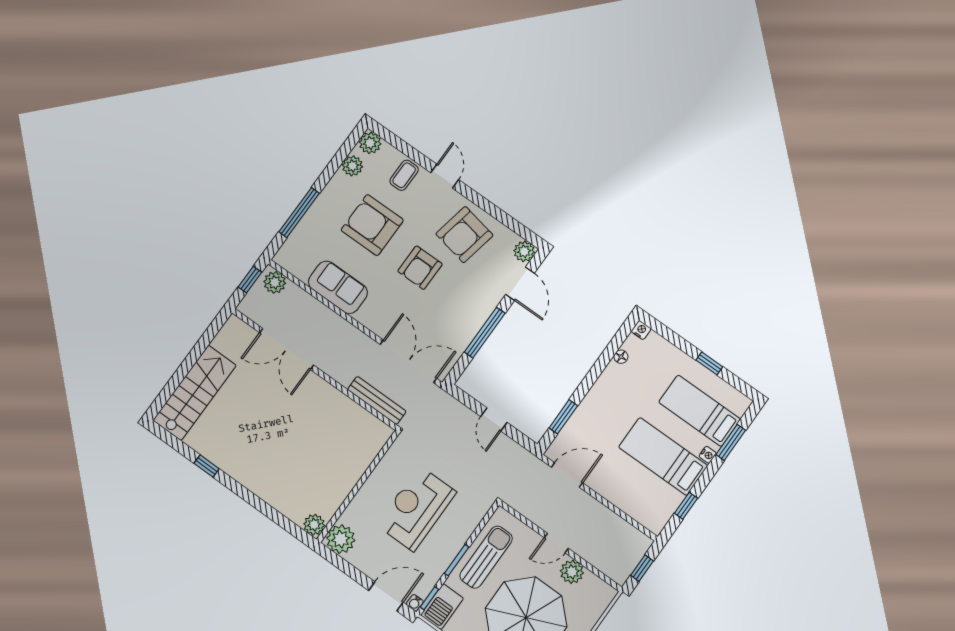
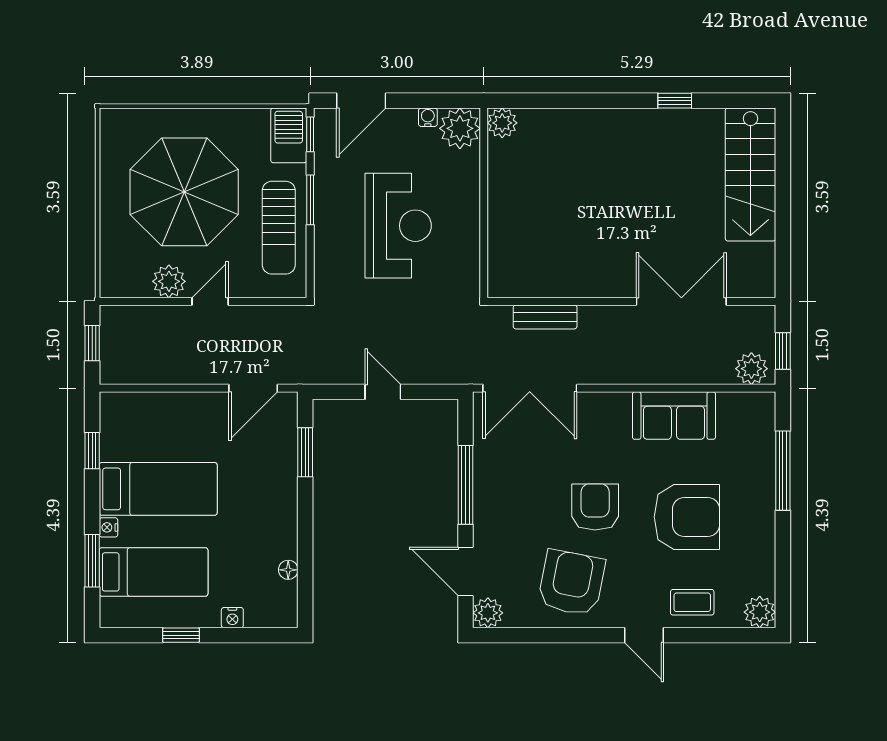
plant: (352, 166) -> (761, 570), removed
coffee table: (404, 175) -> (692, 602), turned 90
nightstand: (641, 330) -> (232, 618), moved
bench: (377, 400) -> (545, 317), width x0.73
water cooler: (415, 603) -> (428, 117), moved

